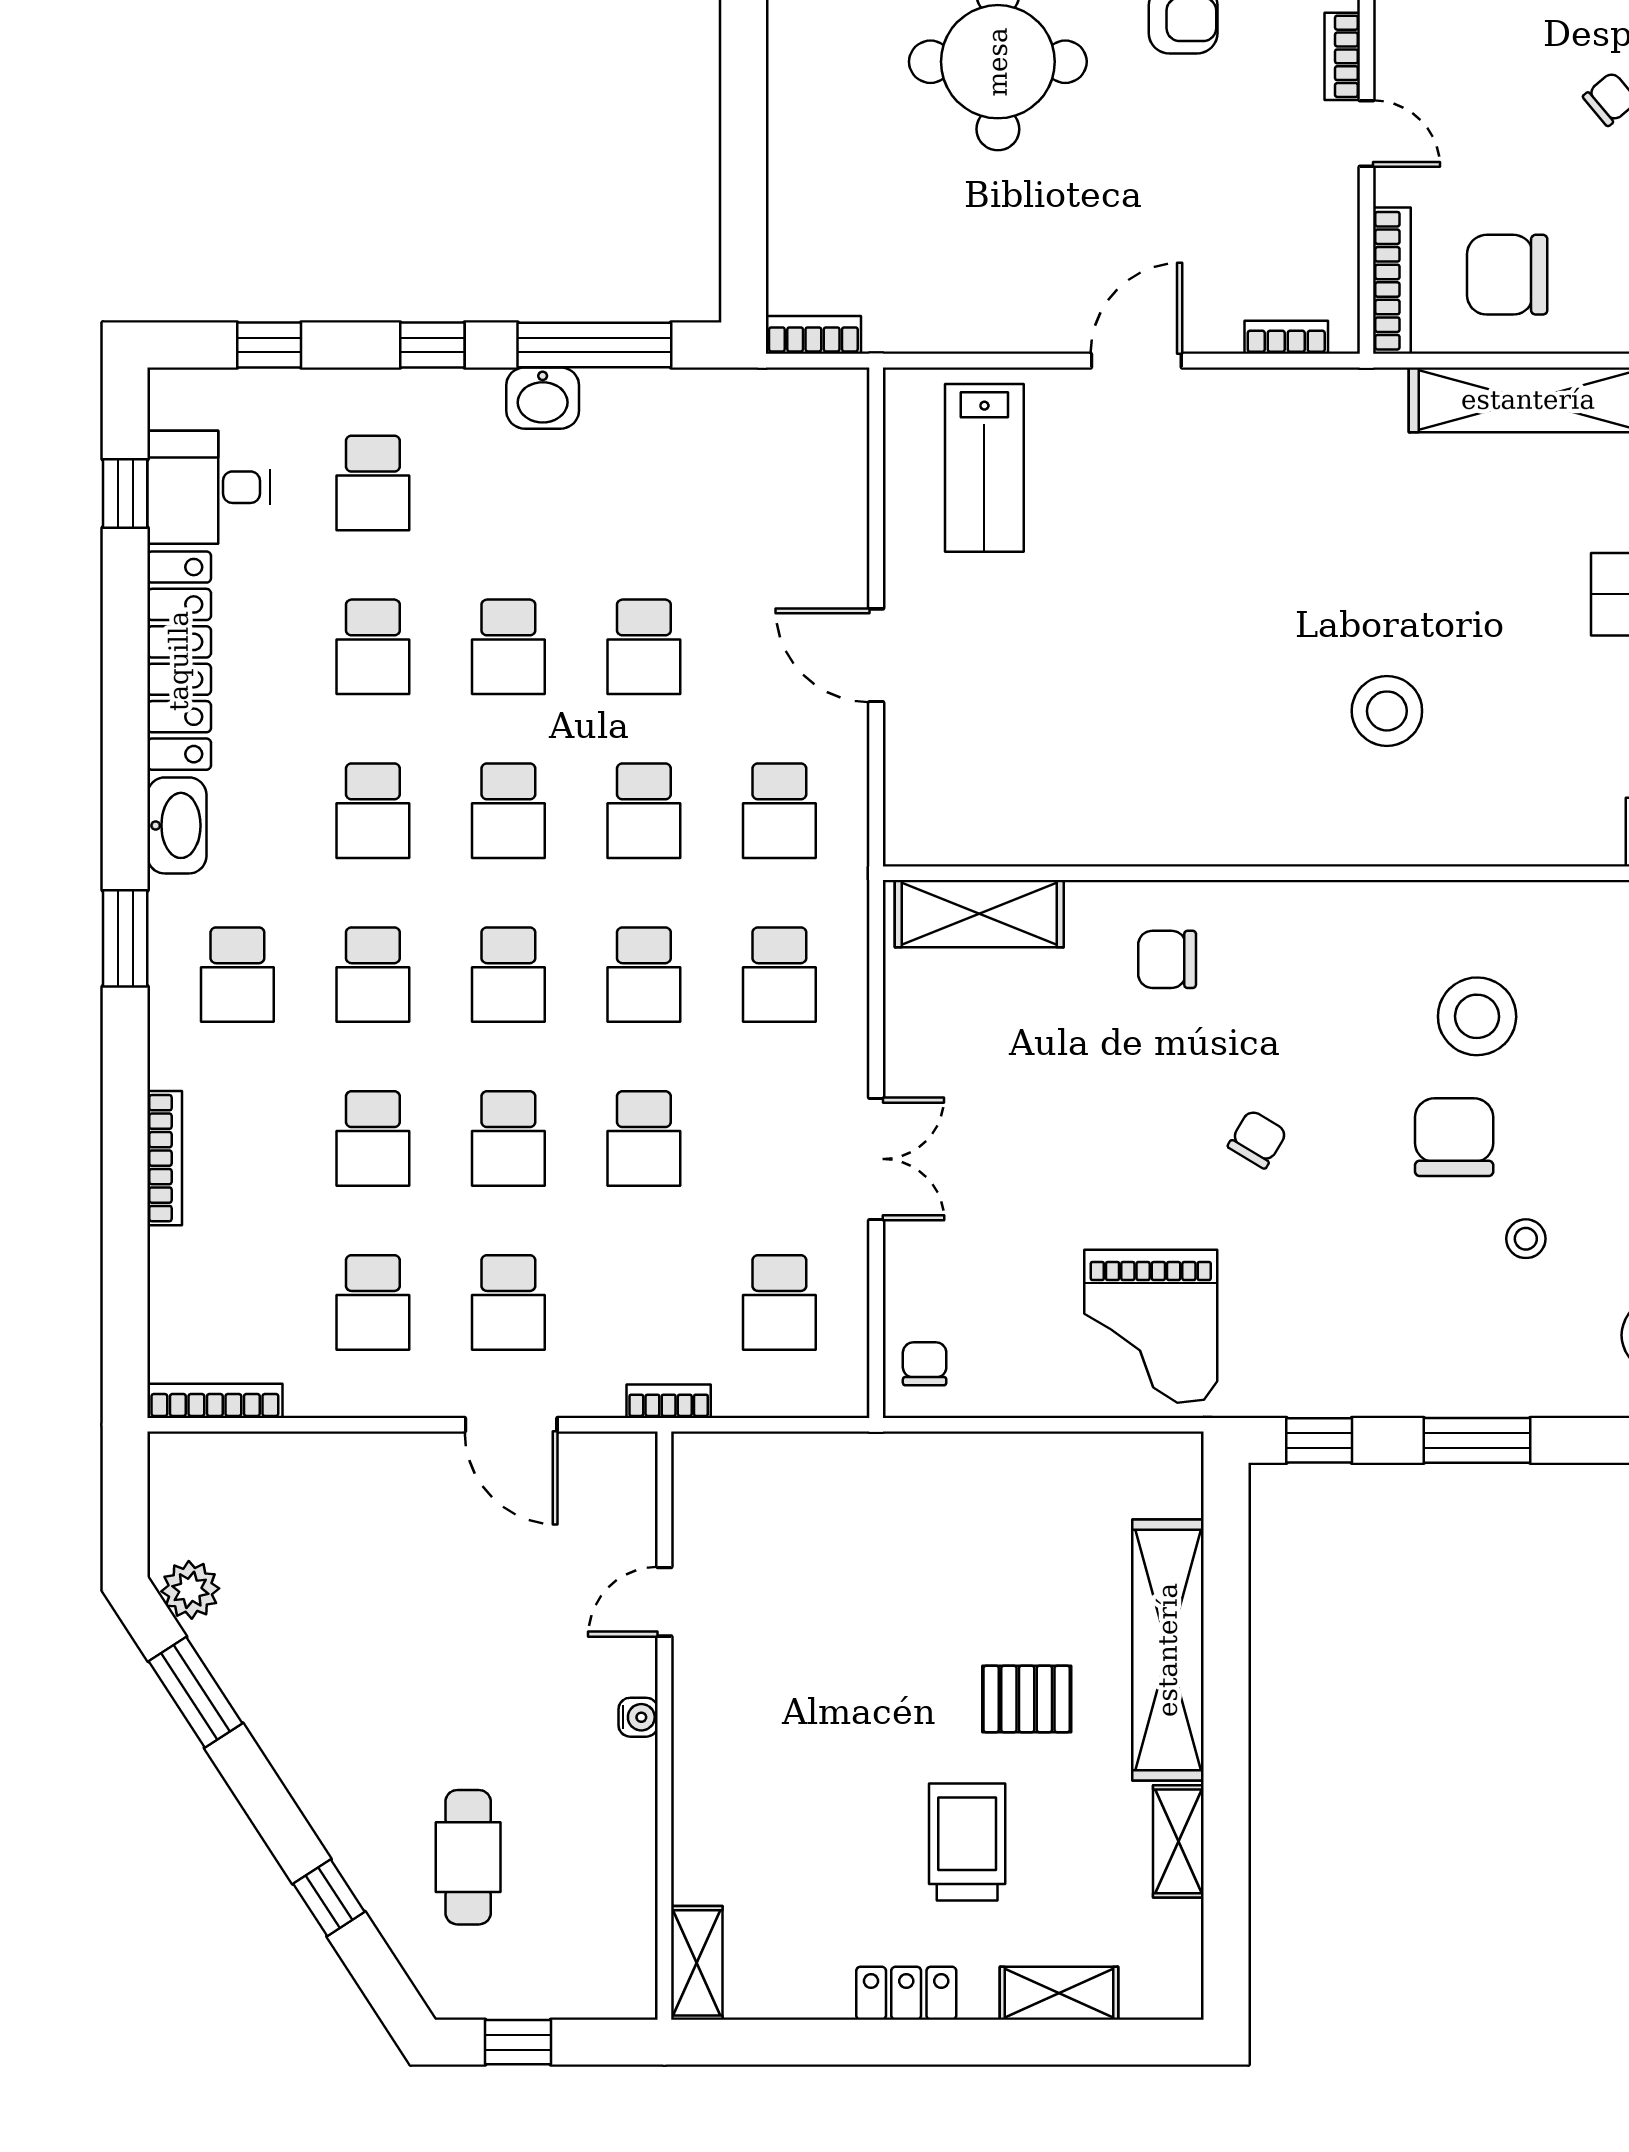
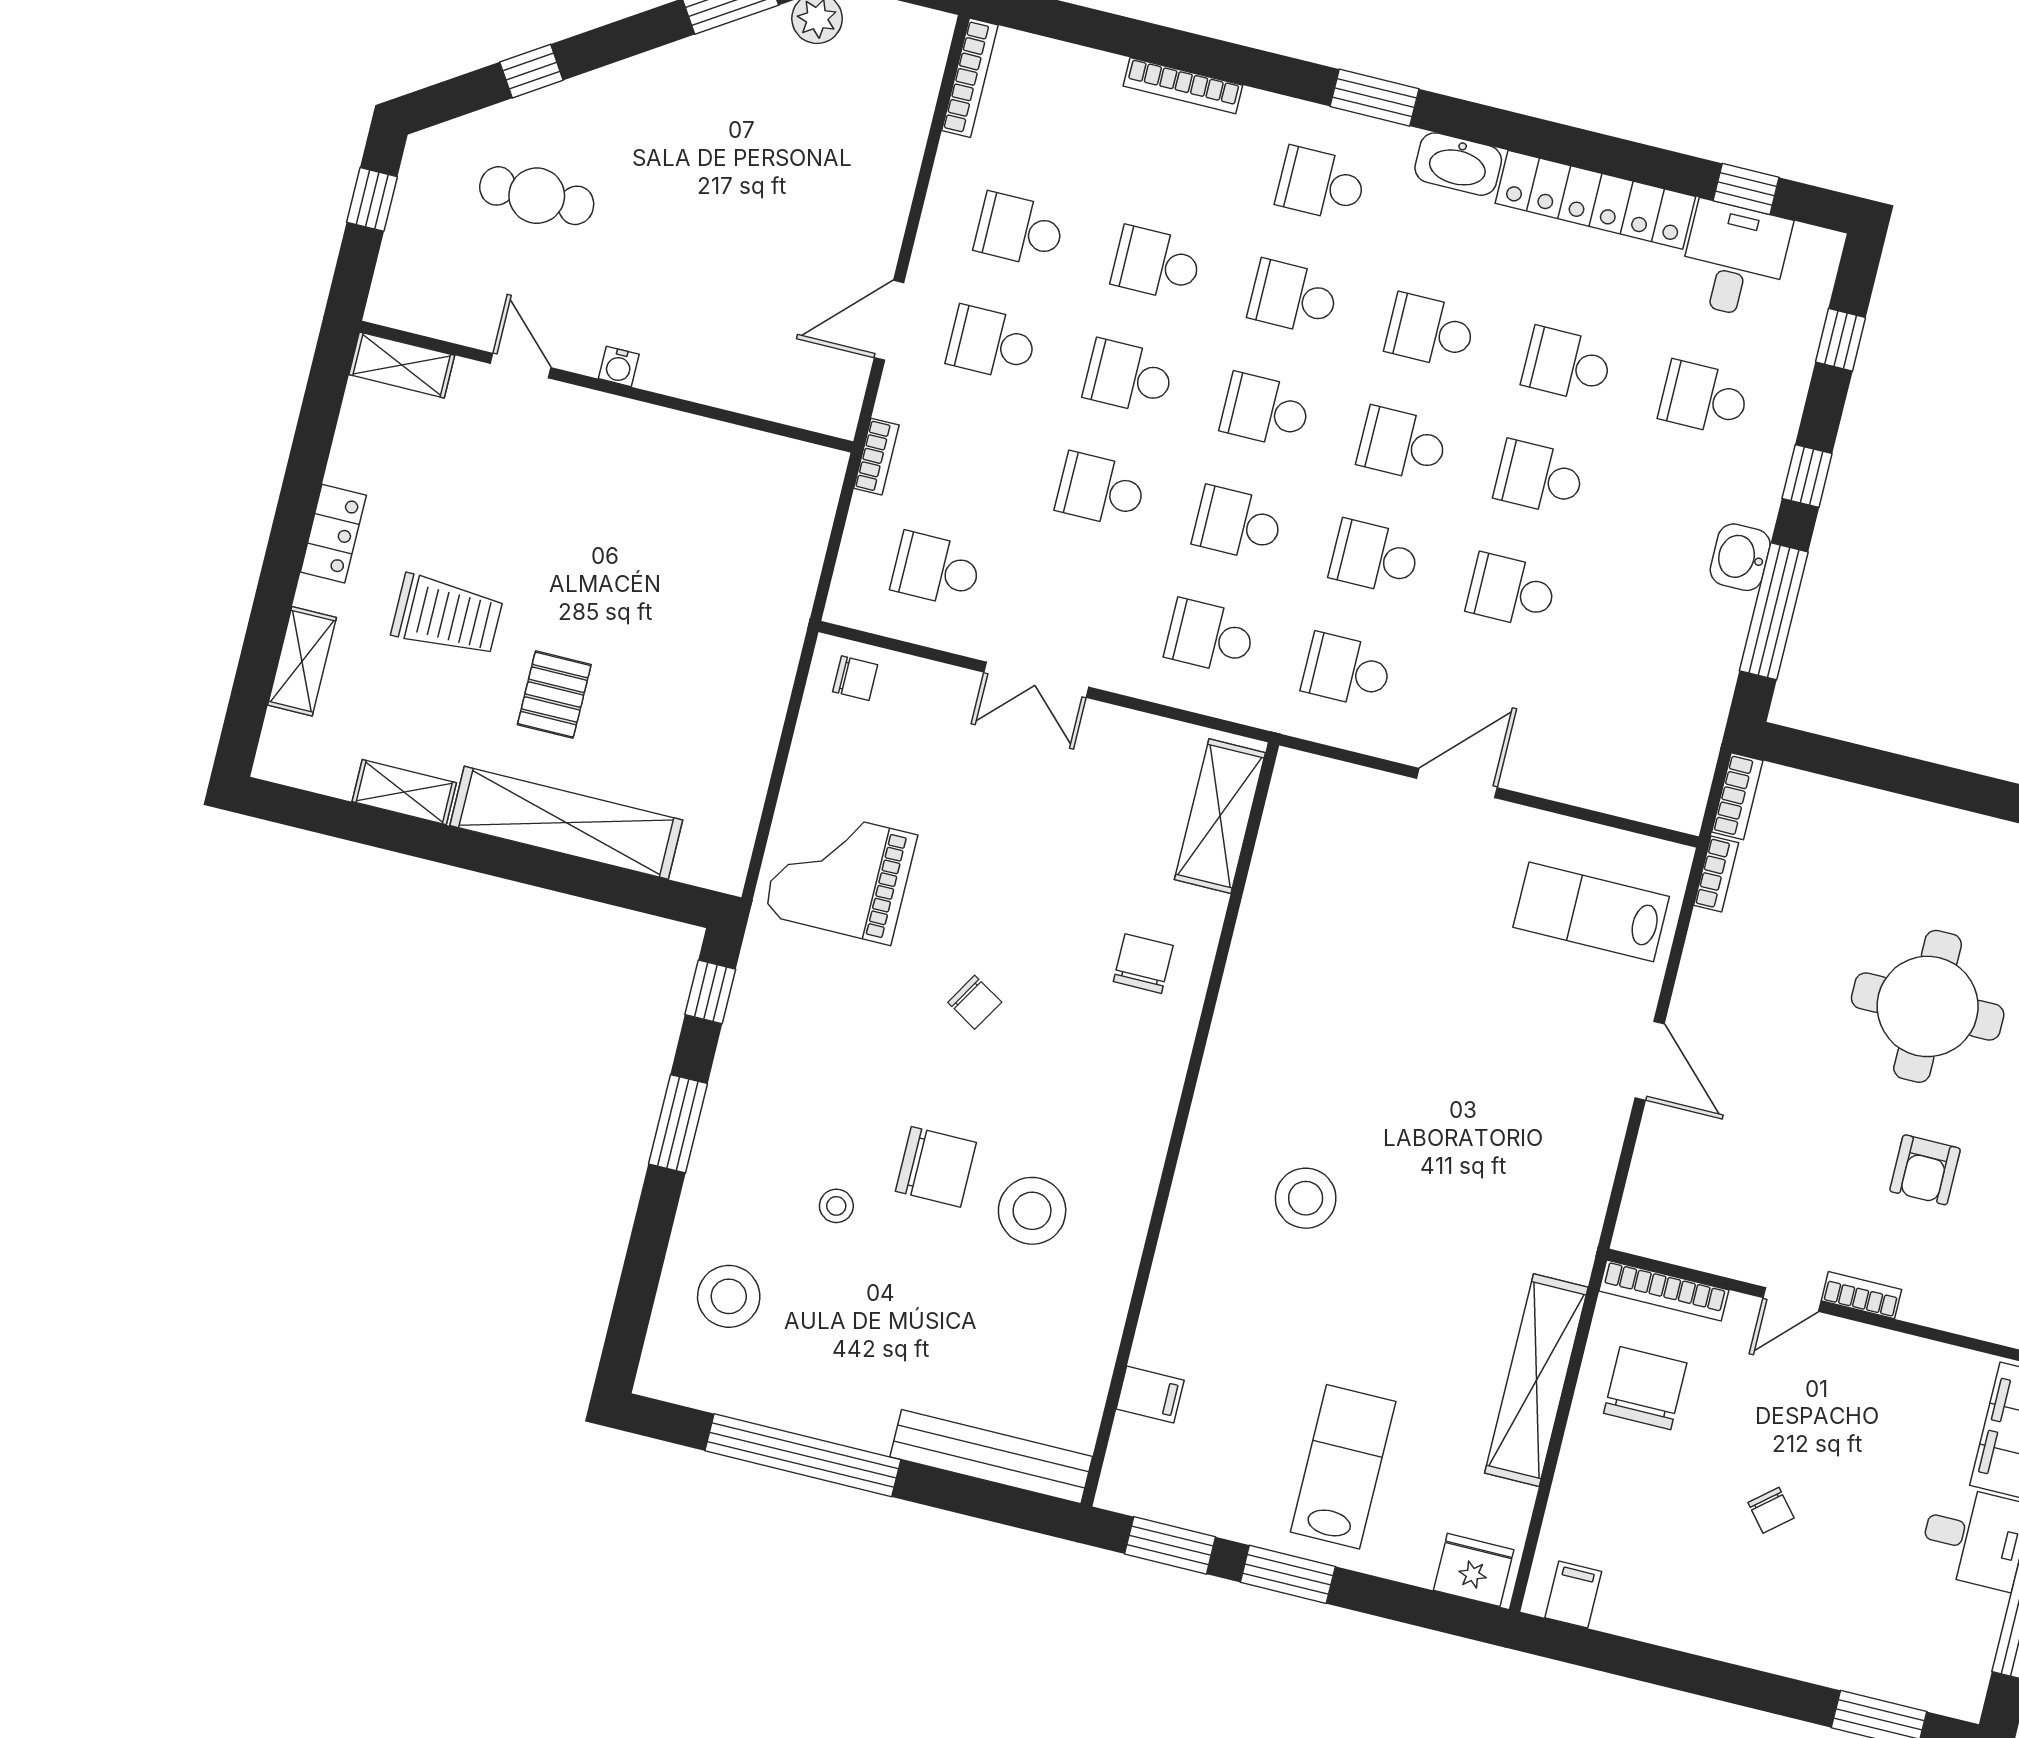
bookcase: (1286, 337) -> (1716, 874), moved
door: (664, 1602) -> (521, 366), moved

